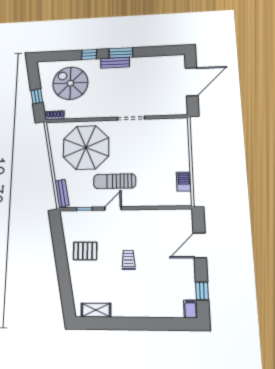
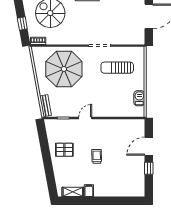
sun lounger: (115, 181) -> (117, 68), moved
window: (202, 291) -> (149, 168), moved
filing cabinet: (190, 309) -> (89, 191), moved

